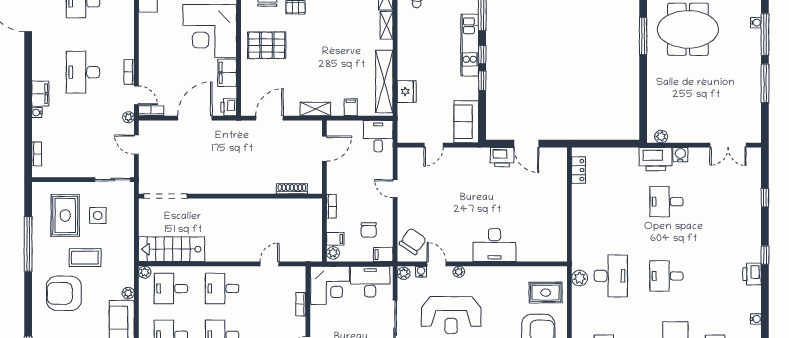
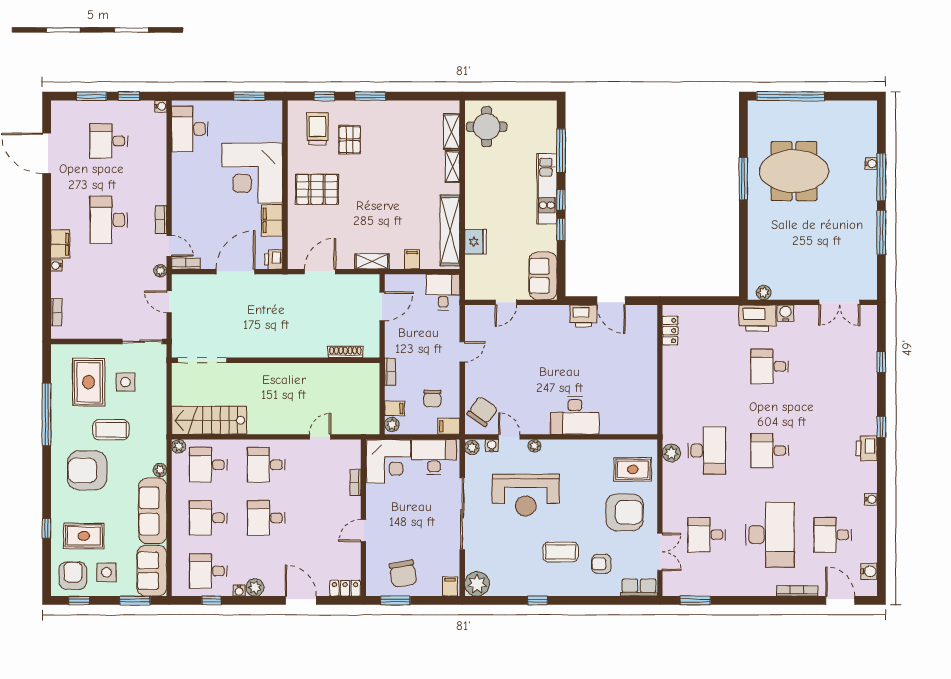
door: (395, 189) -> (462, 352), swing flipped

